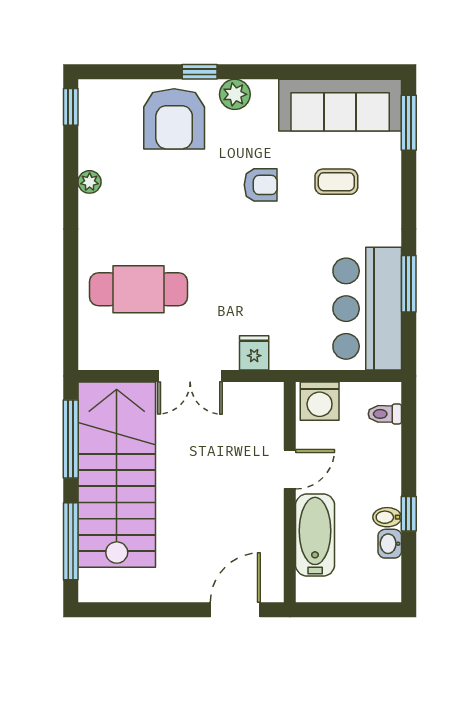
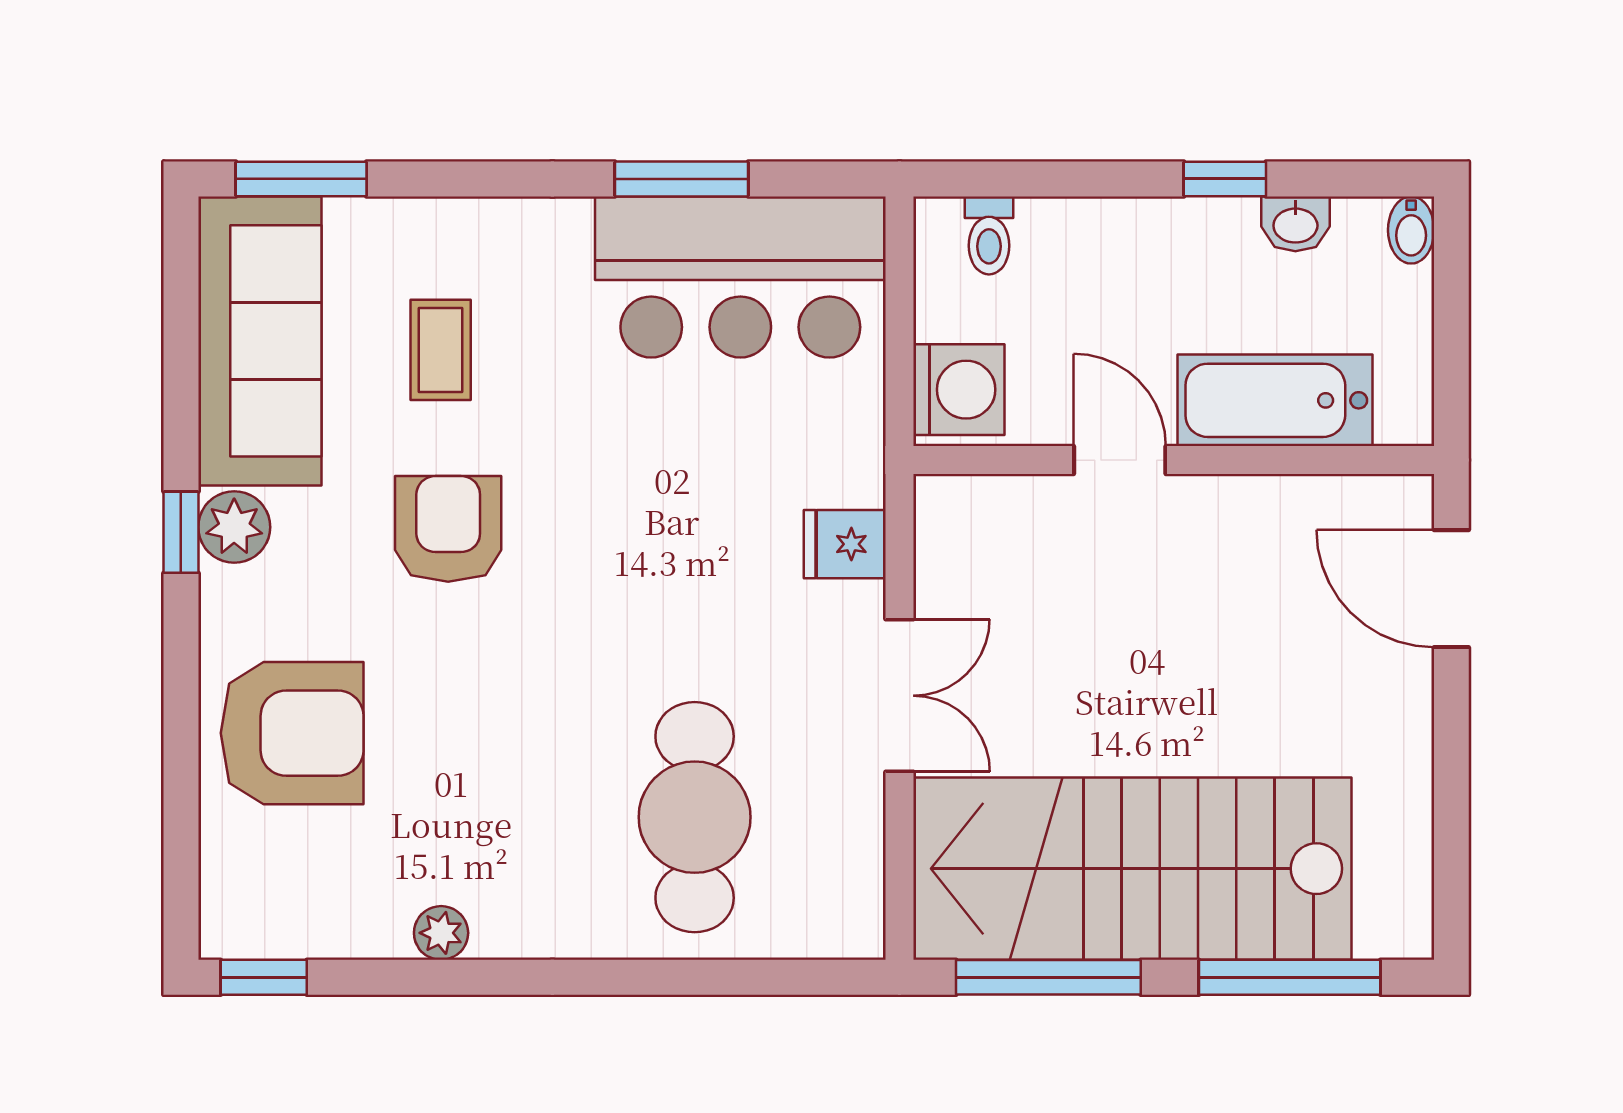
window: (200, 72) -> (181, 532), moved
plant: (235, 94) -> (234, 527), moved
armchair: (261, 185) -> (448, 529), width x1.38, depth x1.38
bidet: (387, 517) -> (1411, 230), moved

